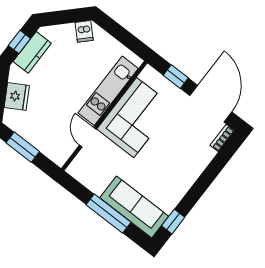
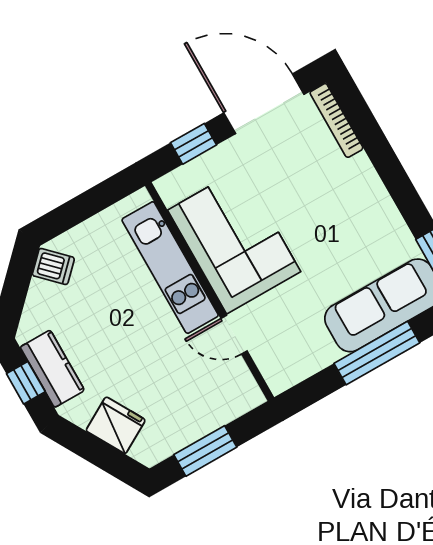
bookcase: (222, 138) -> (336, 120), width x1.56

